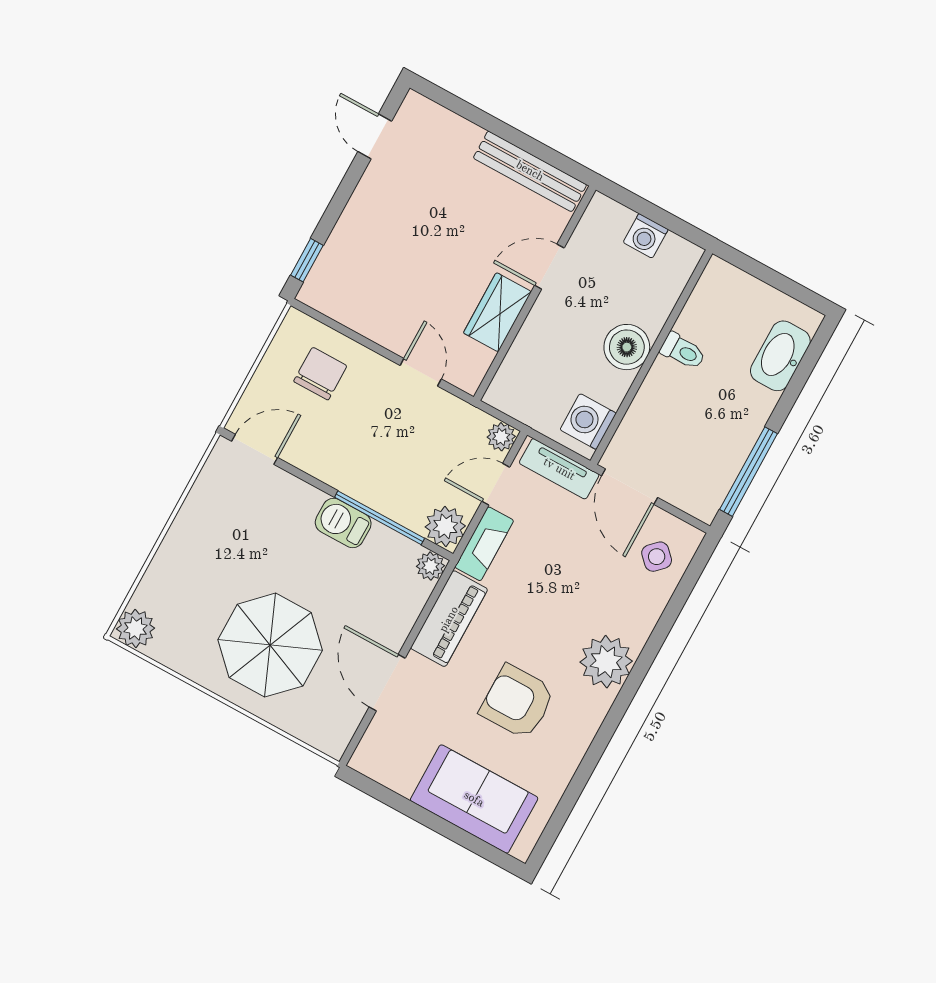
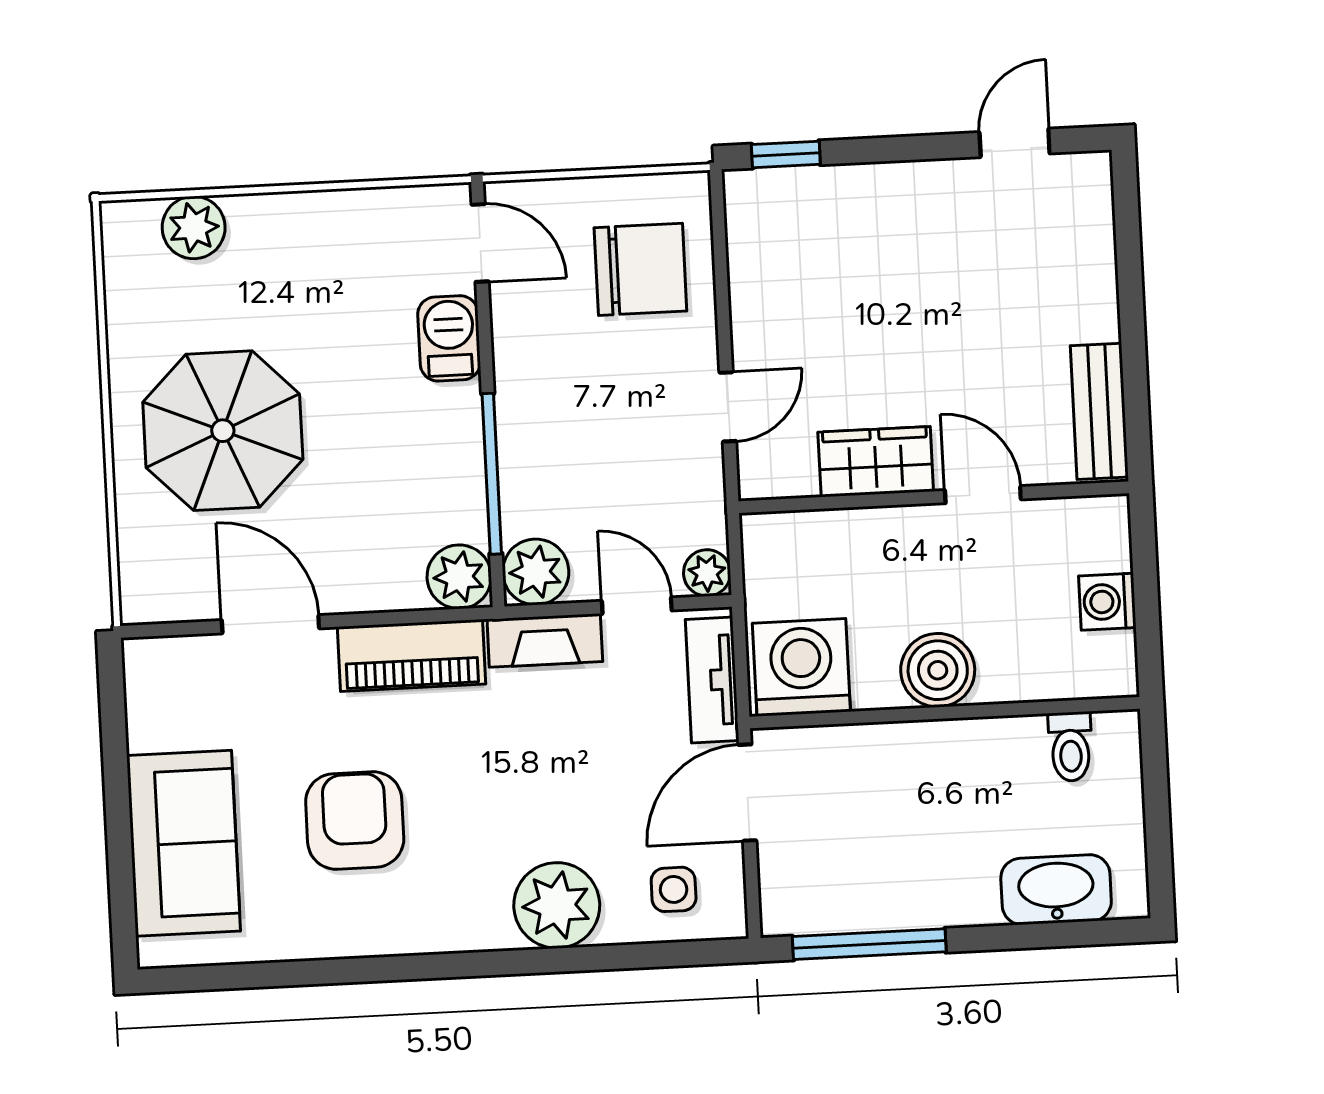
bench: (530, 171) -> (1099, 411), width x0.73
toilet: (683, 351) -> (1070, 747), moved
chair: (320, 374) -> (640, 269), width x1.37, depth x1.37
washing machine: (588, 422) -> (801, 667), width x1.37, depth x1.37
barbecue: (343, 523) -> (449, 338), moved
side table: (657, 557) -> (674, 889), turned 45
plant: (430, 566) -> (459, 577), width x1.38, depth x1.38
plant: (136, 628) -> (194, 227), moved
plant: (606, 662) -> (557, 905), moved
door: (387, 683) -> (270, 624), hinge flipped

